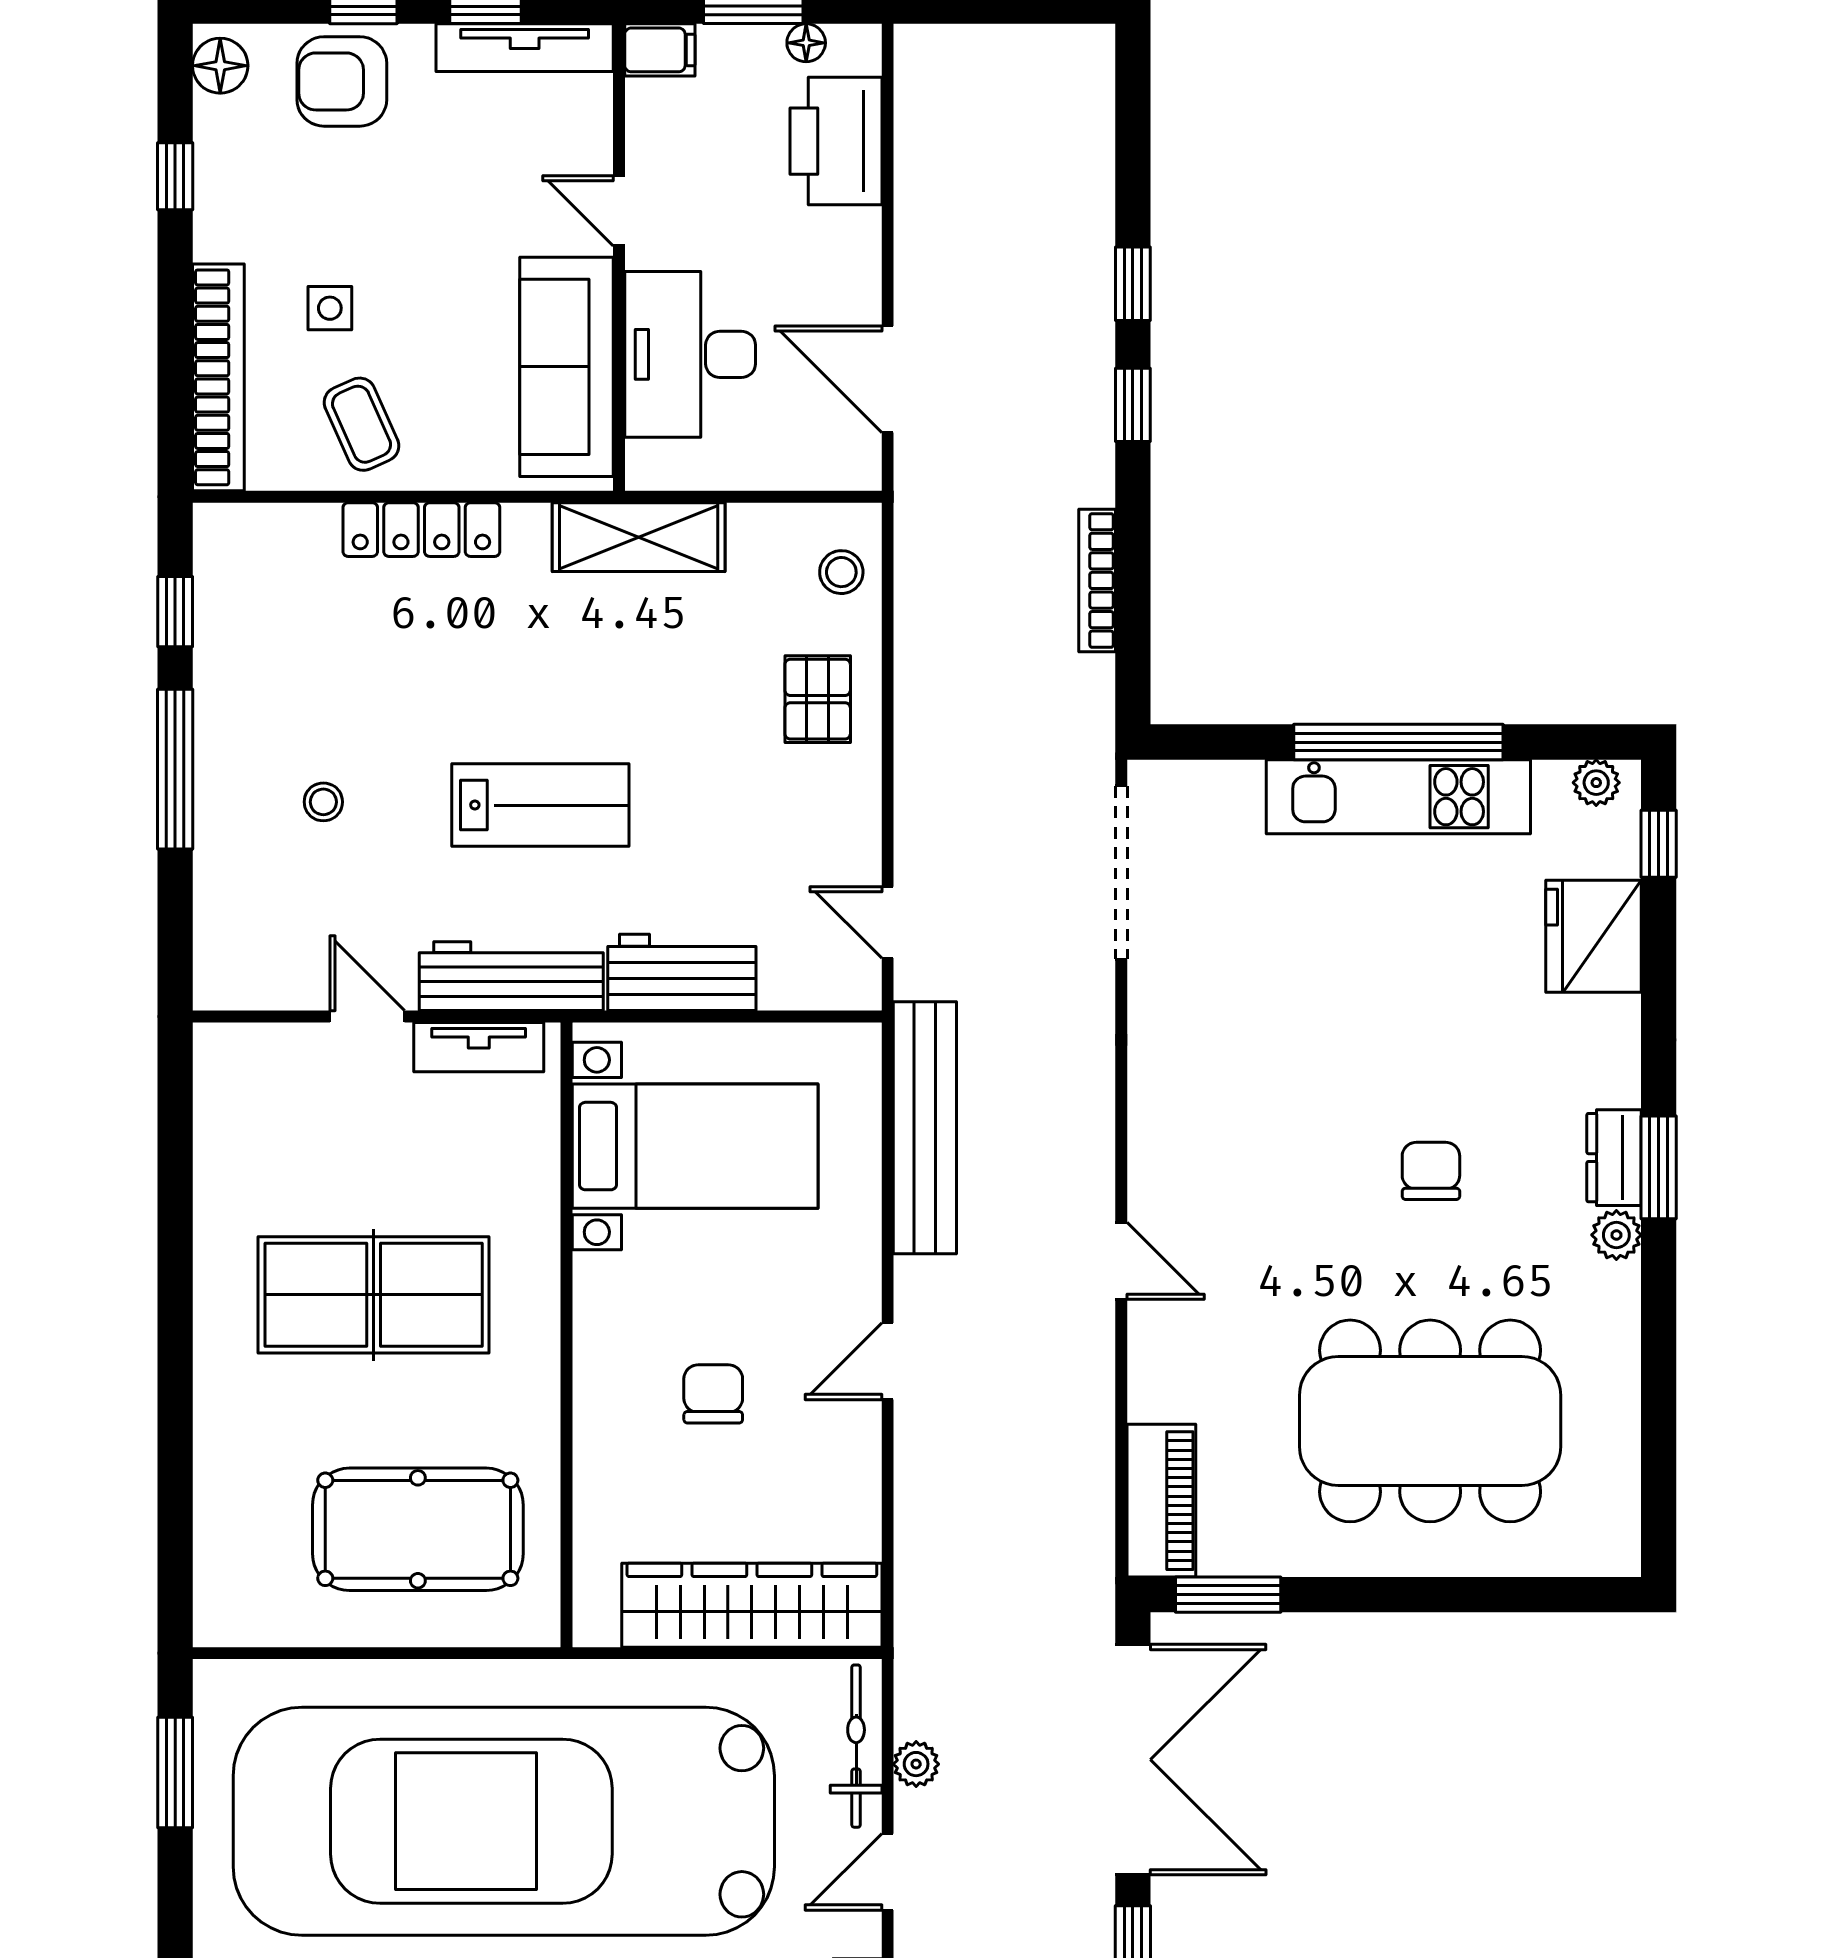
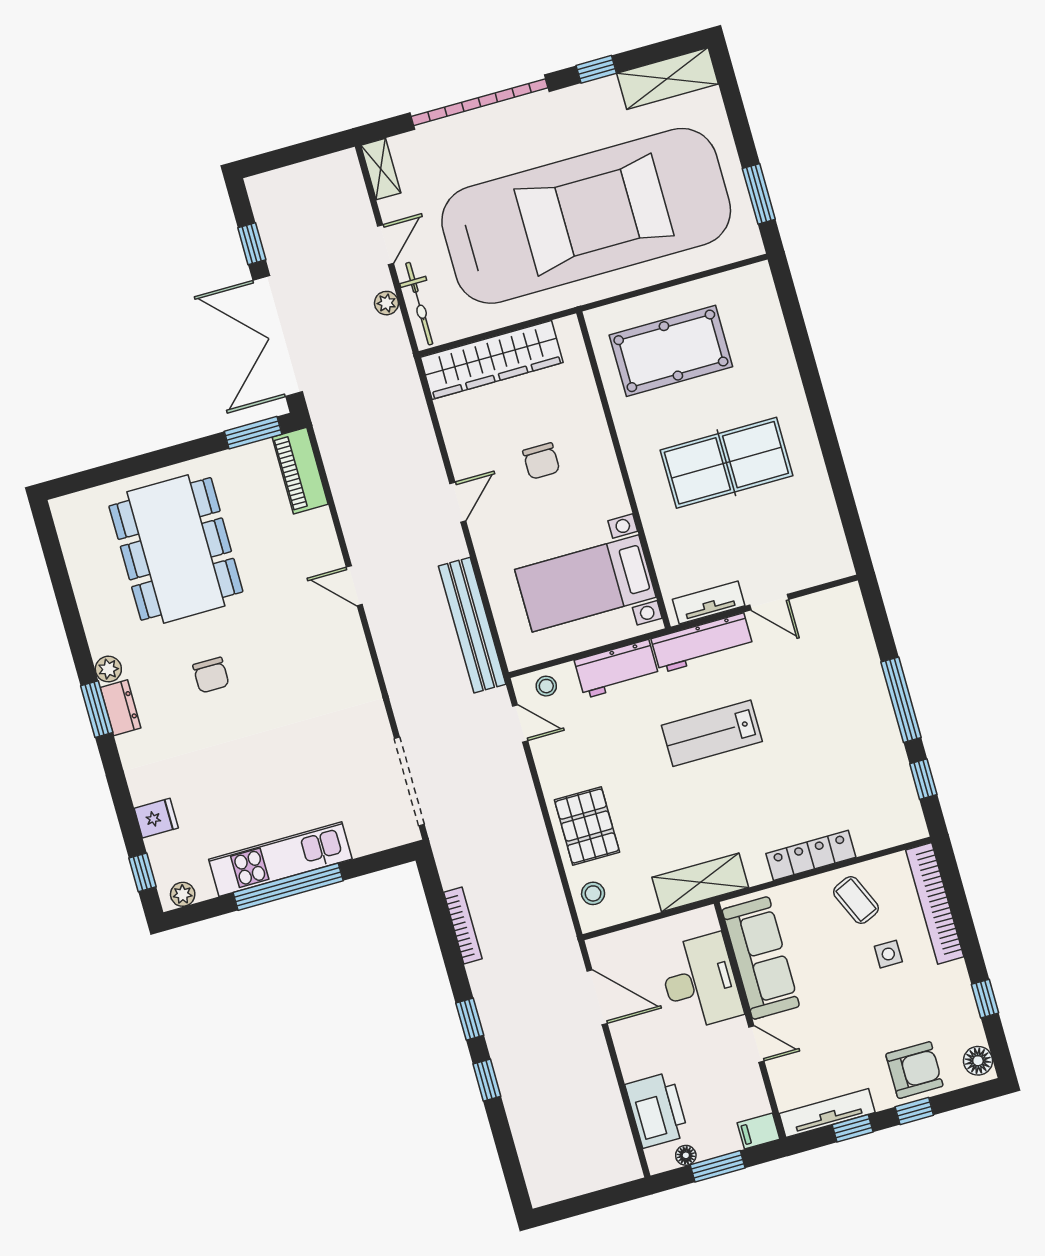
pallet: (818, 699) -> (587, 826), width x1.50, depth x1.42
stool: (323, 802) -> (546, 686), moved
fridge: (1593, 936) -> (156, 818), width x0.53, depth x0.75
dining table: (1430, 1421) -> (176, 549), turned 90

